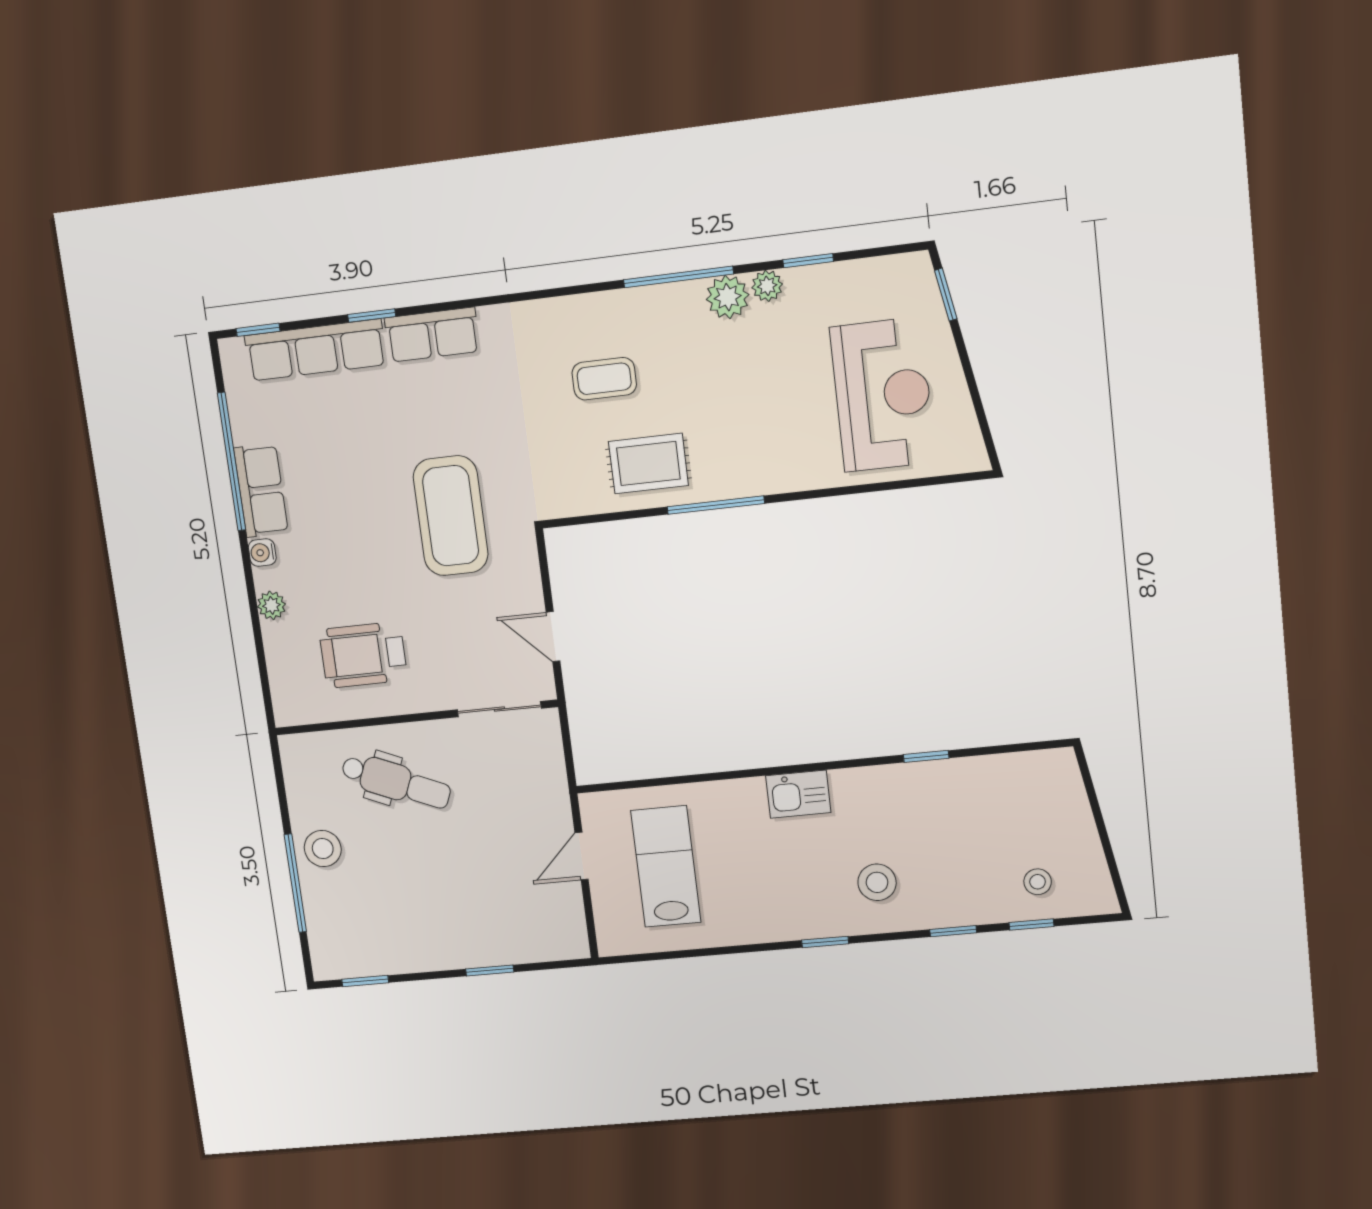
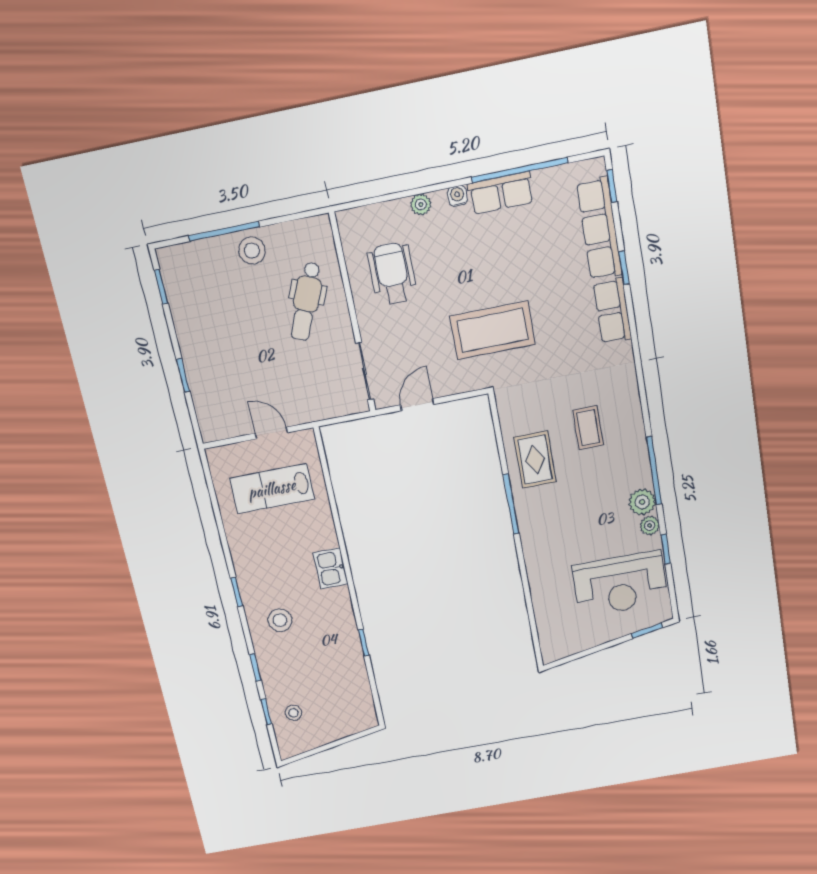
reception desk: (883, 395) -> (620, 584), moved
lab bench: (666, 867) -> (272, 489), turned 180

